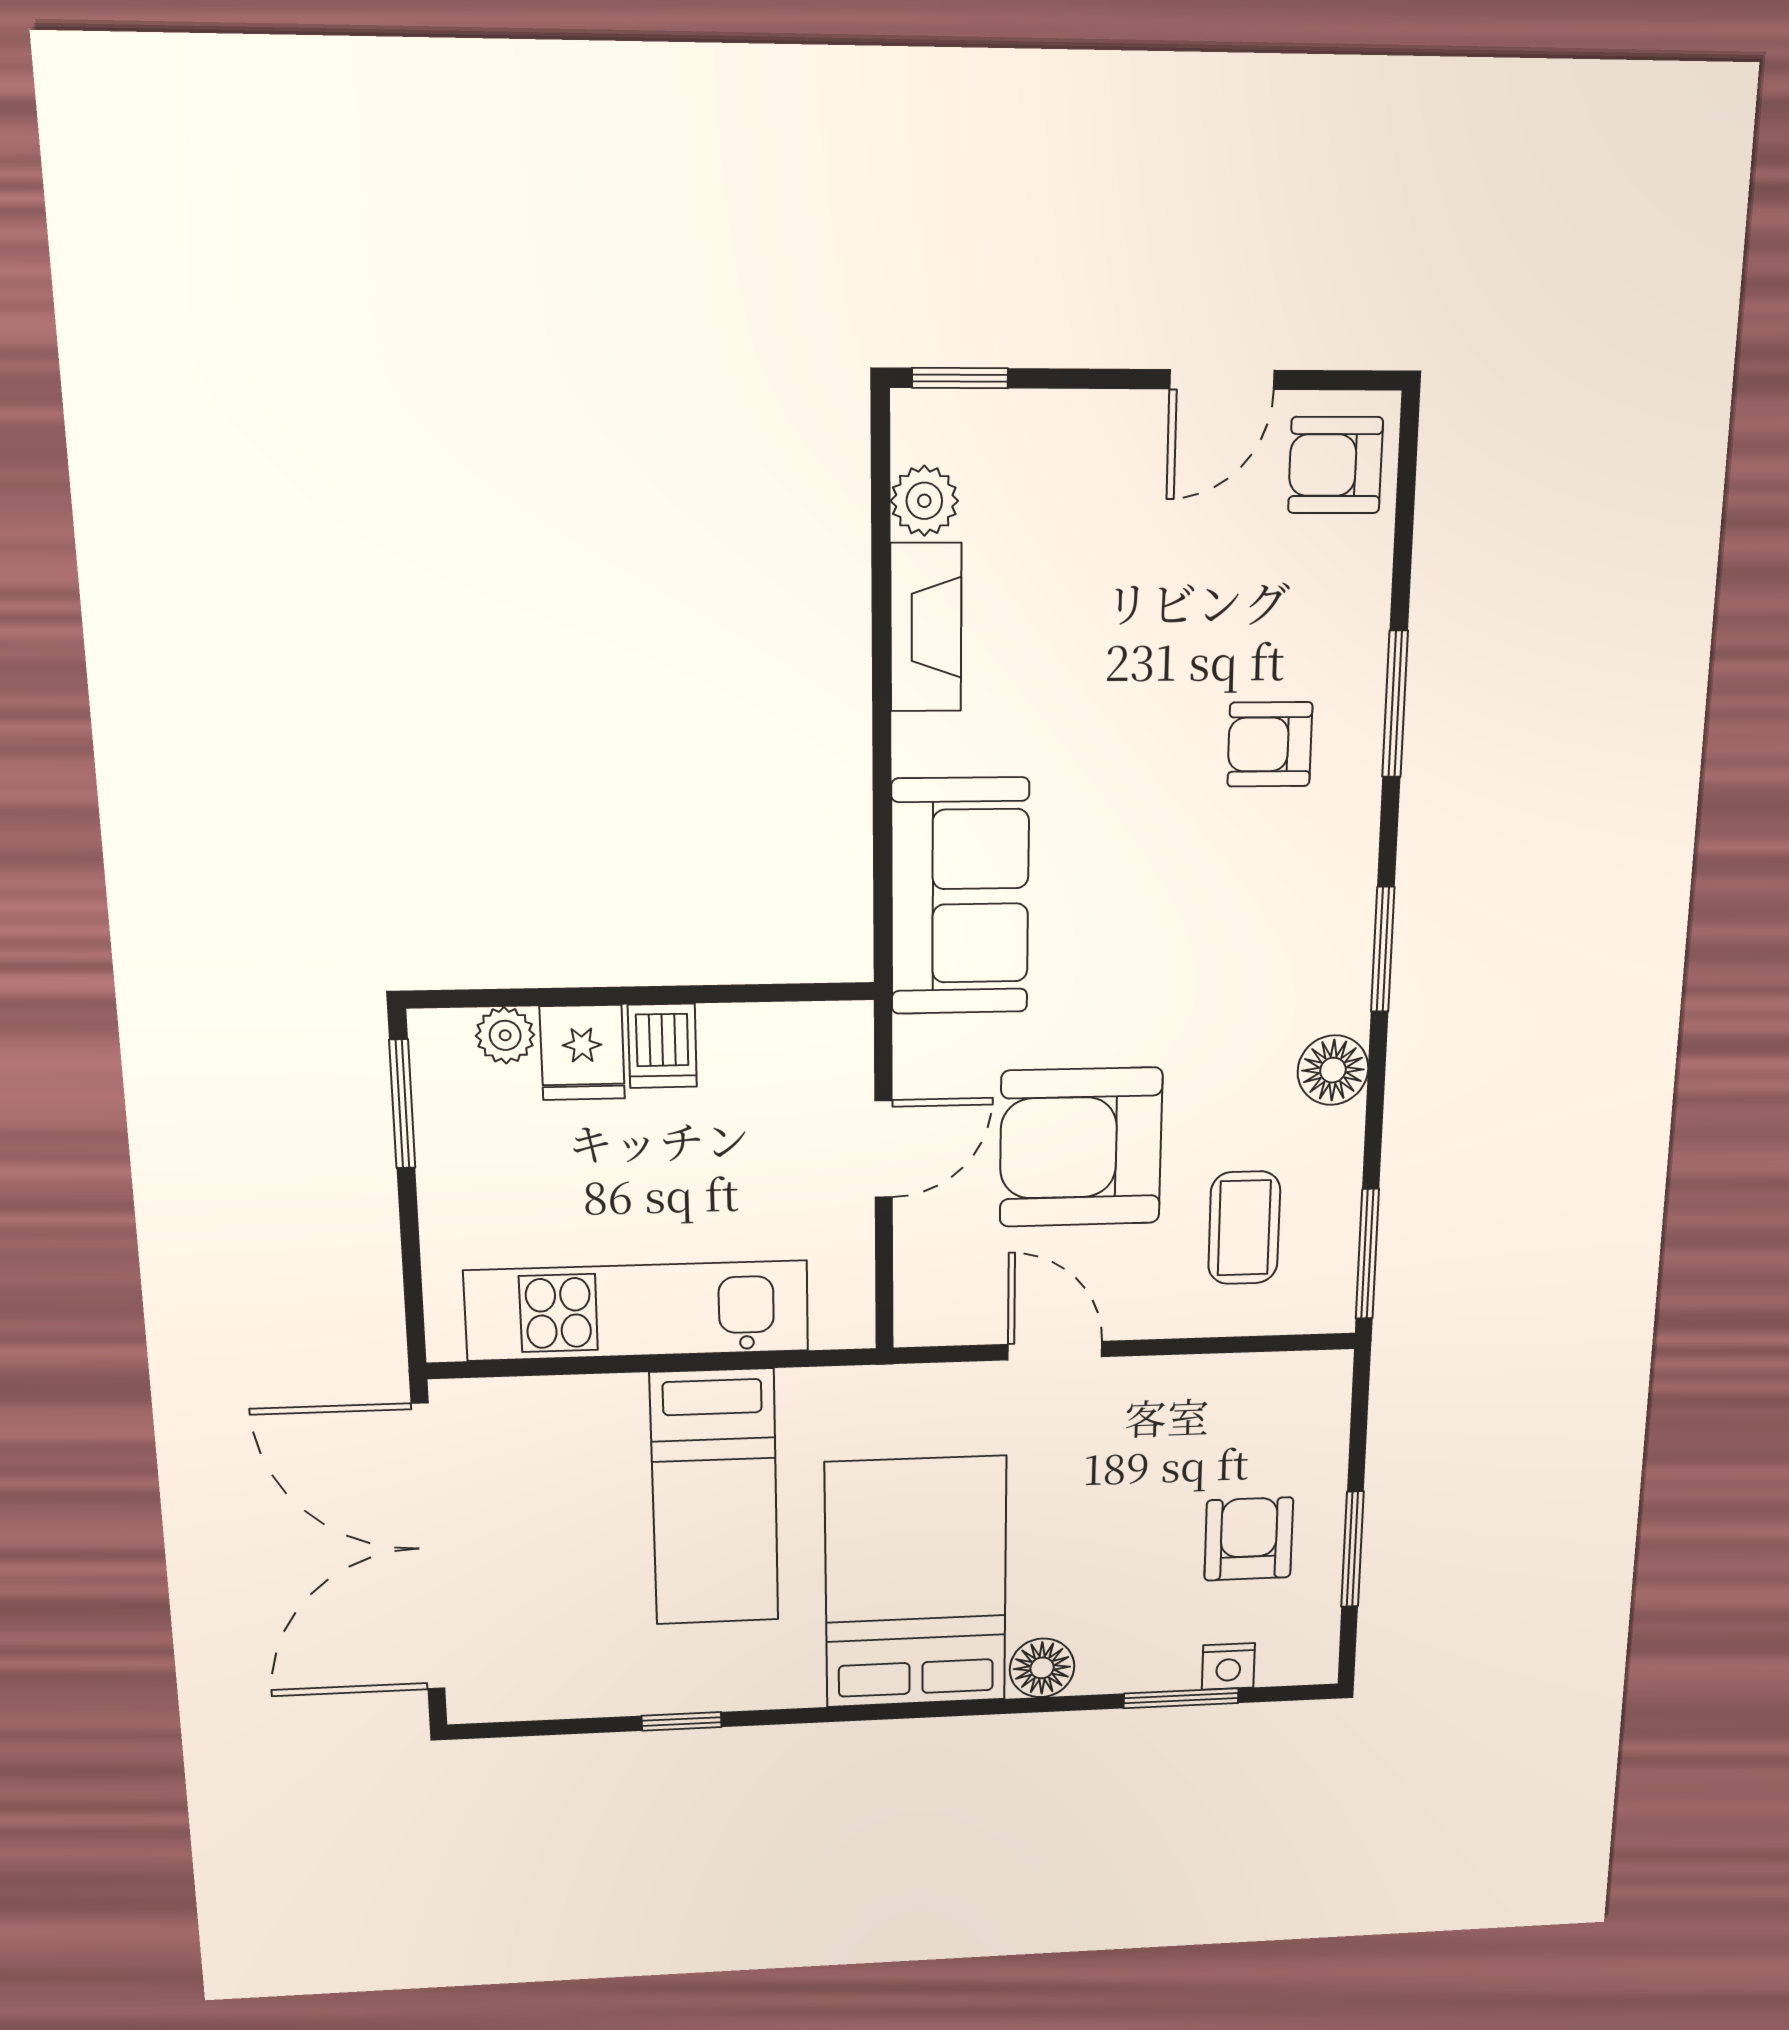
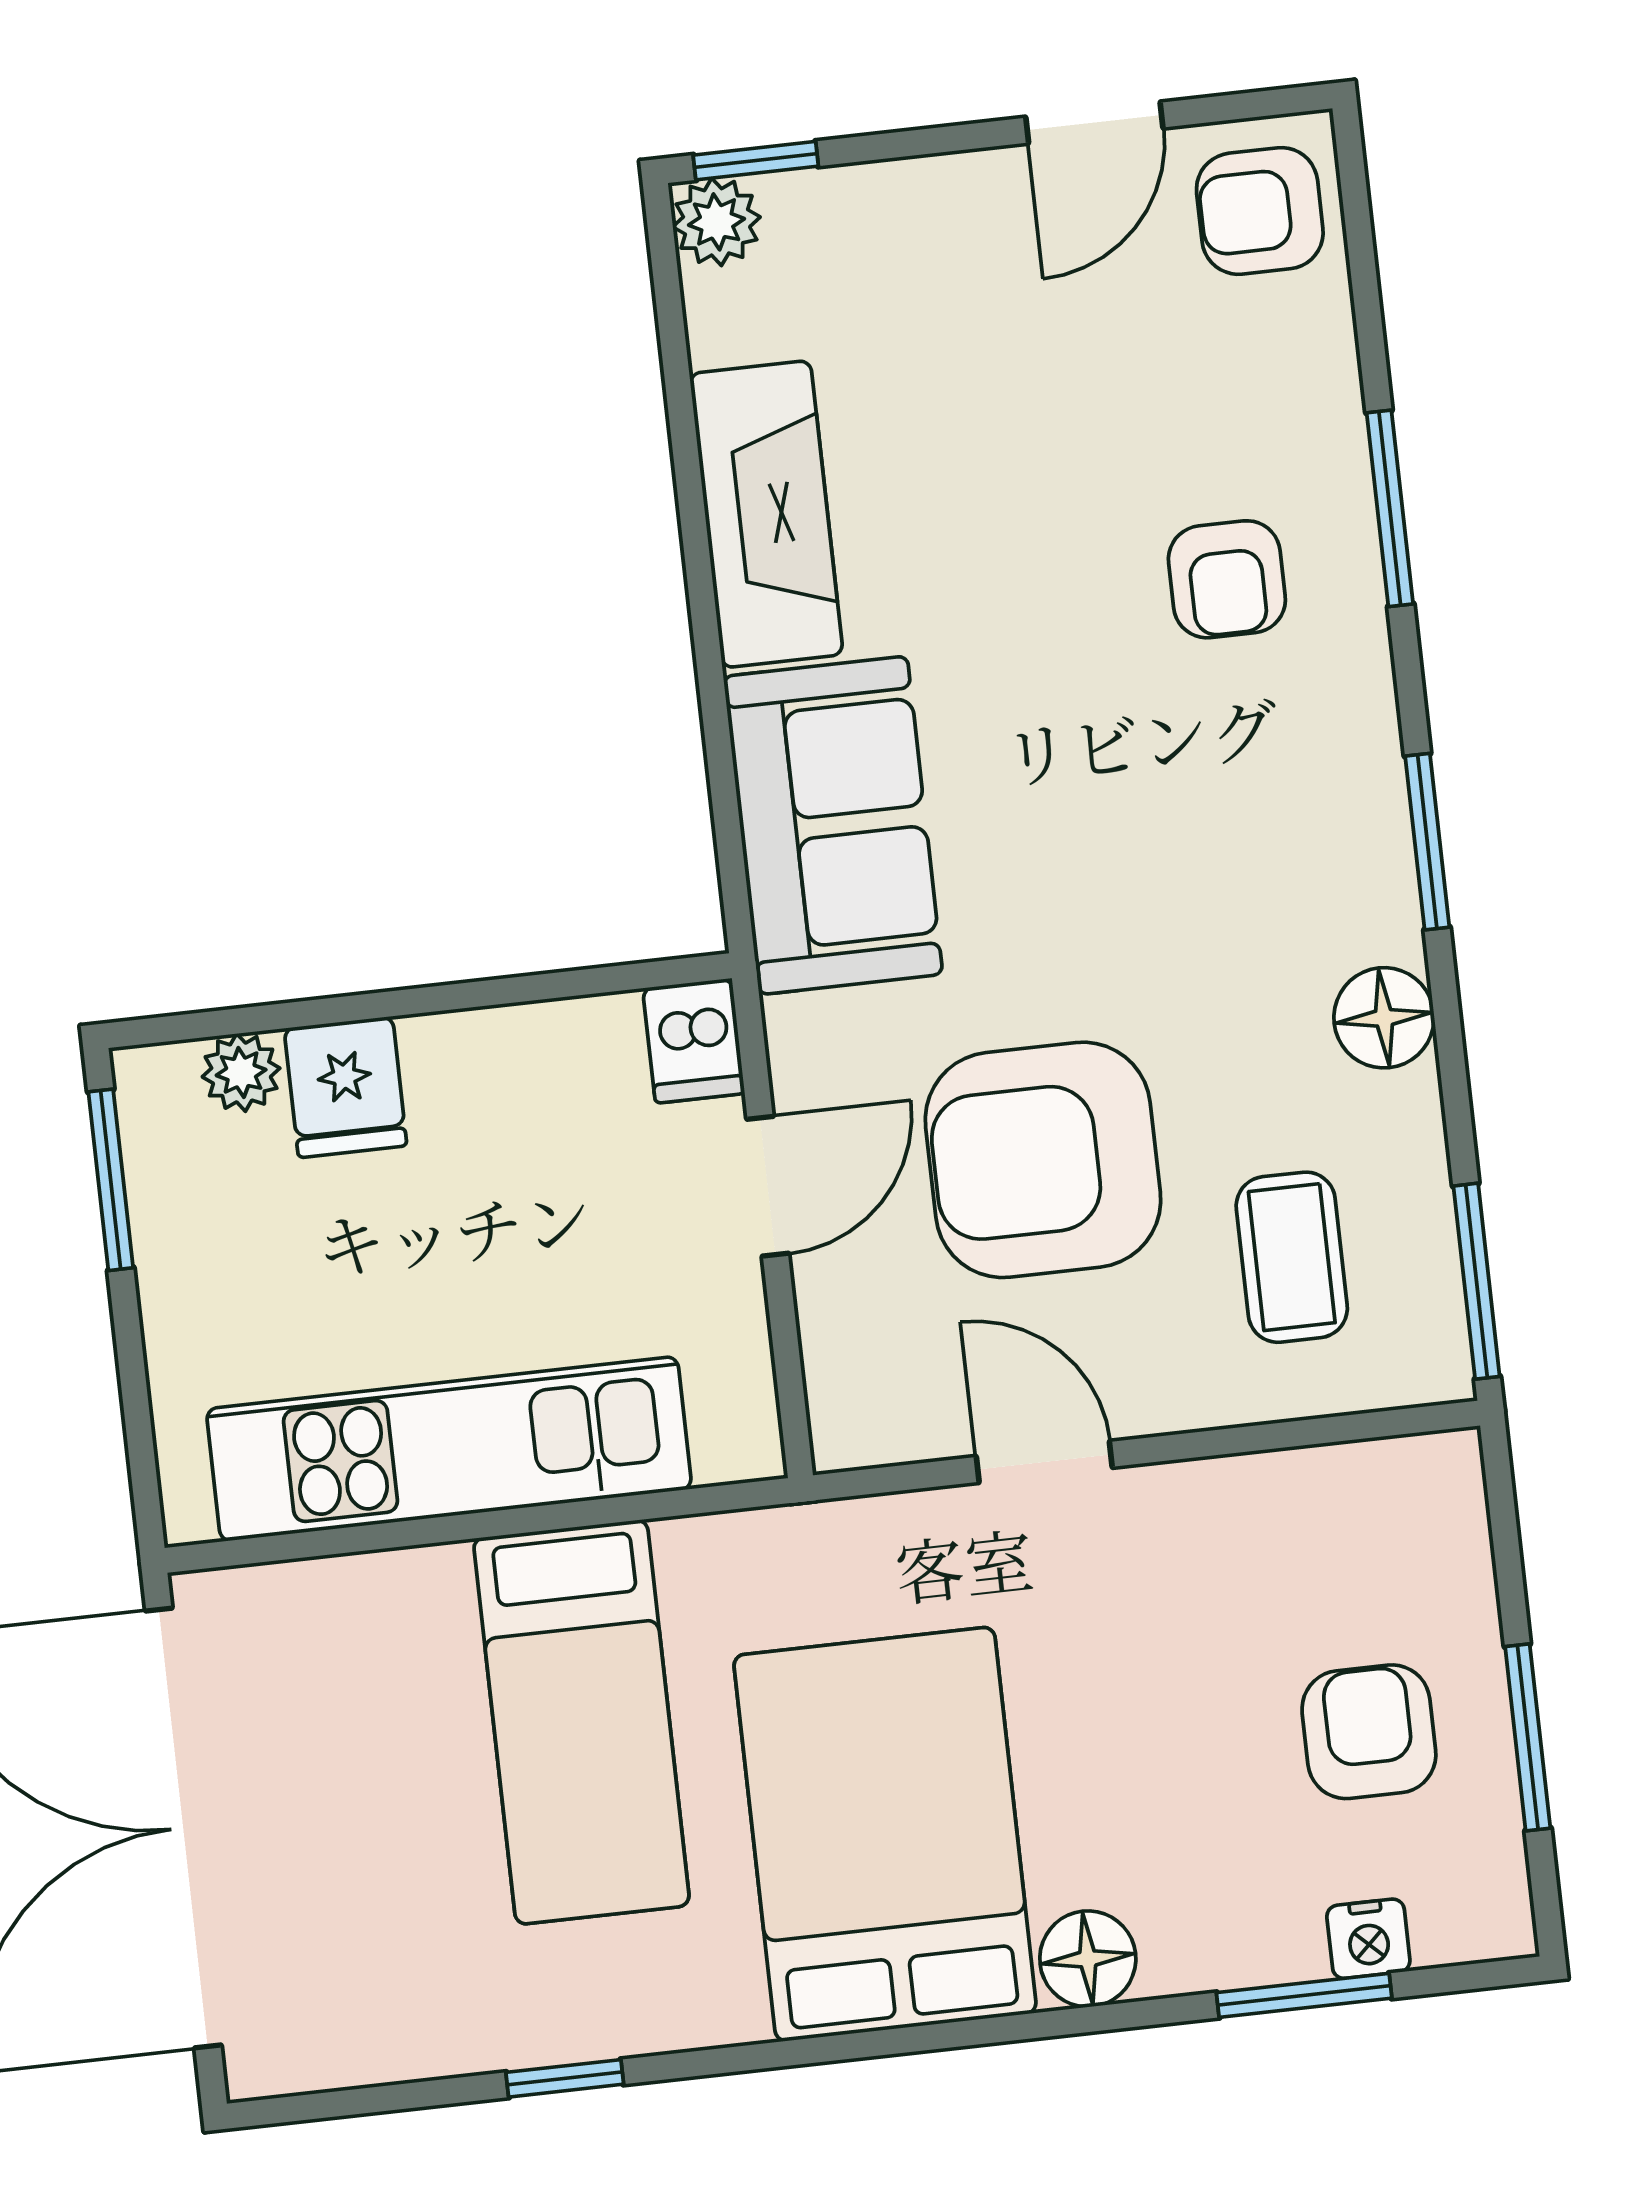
plant: (924, 501) -> (717, 222), moved
fireplace: (926, 627) -> (766, 514), width x1.37, depth x1.32
armchair: (1270, 744) -> (1227, 579), turned -90
dishwasher: (662, 1046) -> (694, 1041), moved

